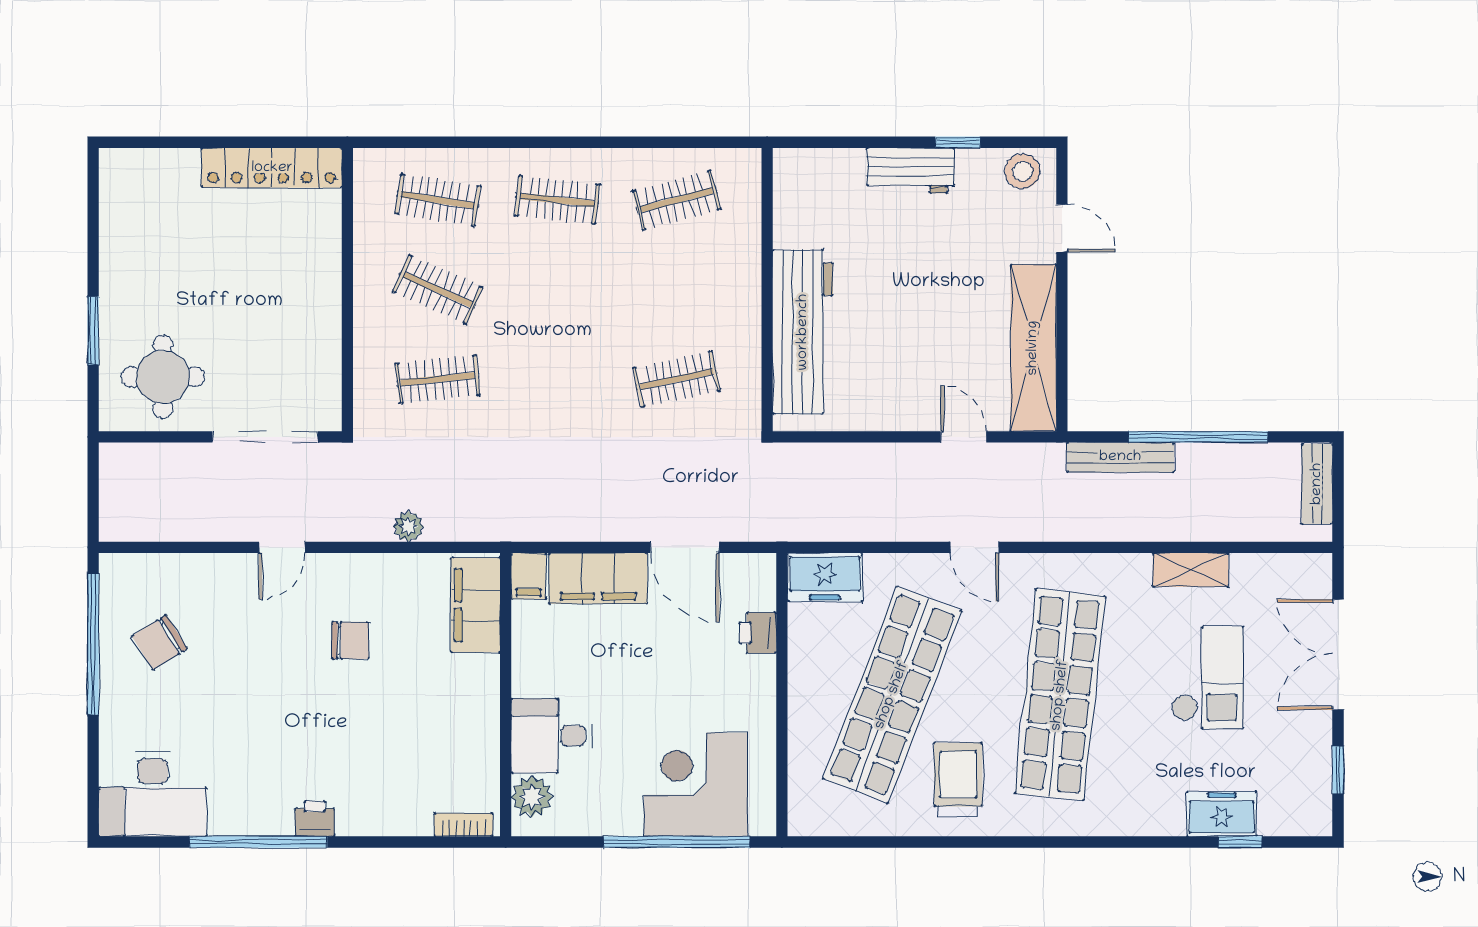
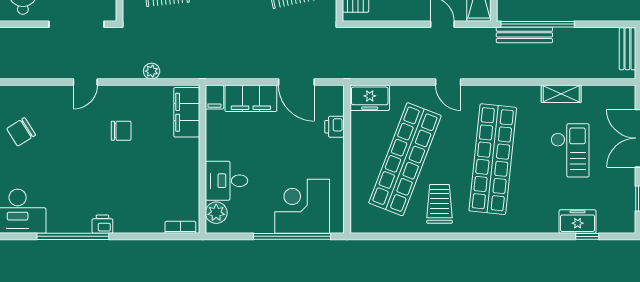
window: (1198, 437) -> (538, 24), moved

